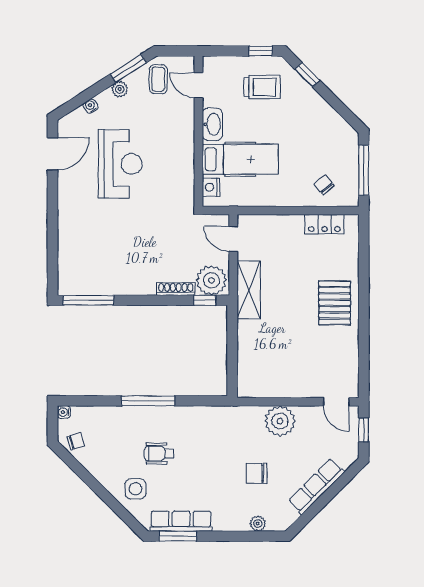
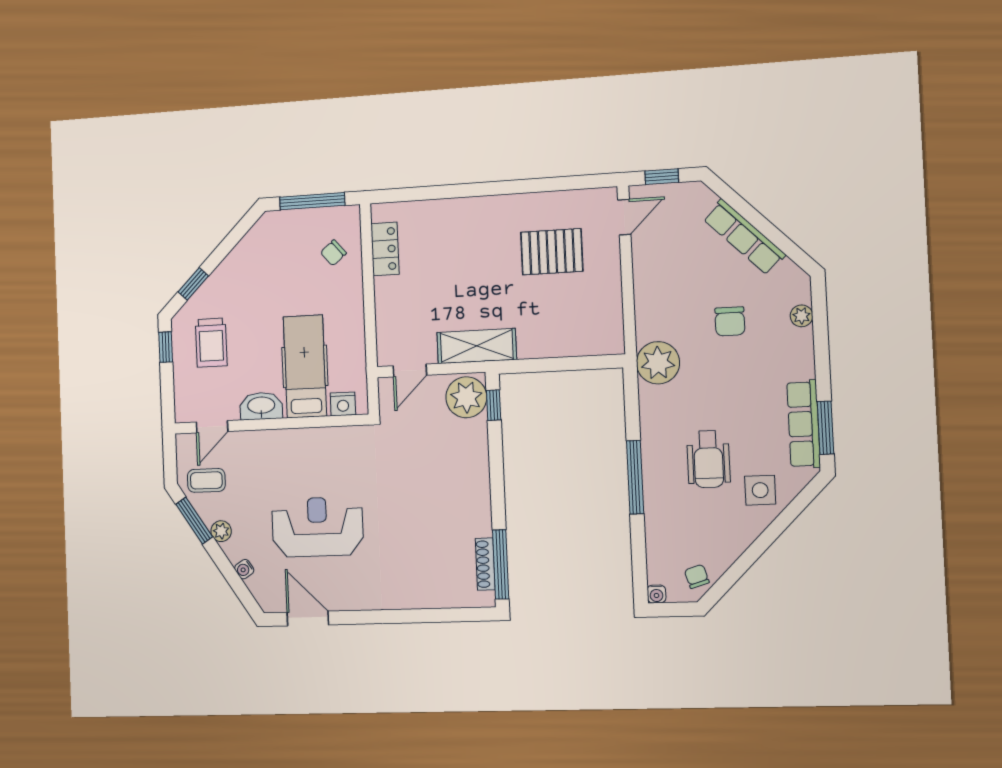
trolley: (262, 87) -> (211, 343), turned 180
shoe rack: (176, 289) -> (485, 564), moved
pallet: (335, 303) -> (552, 252), moved
plant: (280, 421) -> (658, 363), moved
wheelchair: (159, 454) -> (708, 459), width x1.36, depth x1.37

